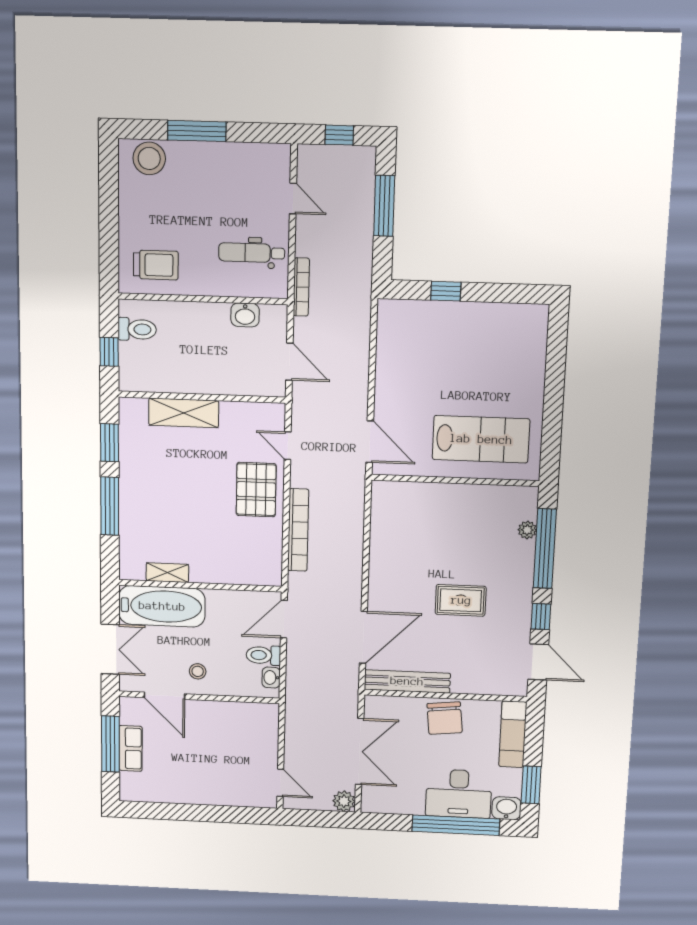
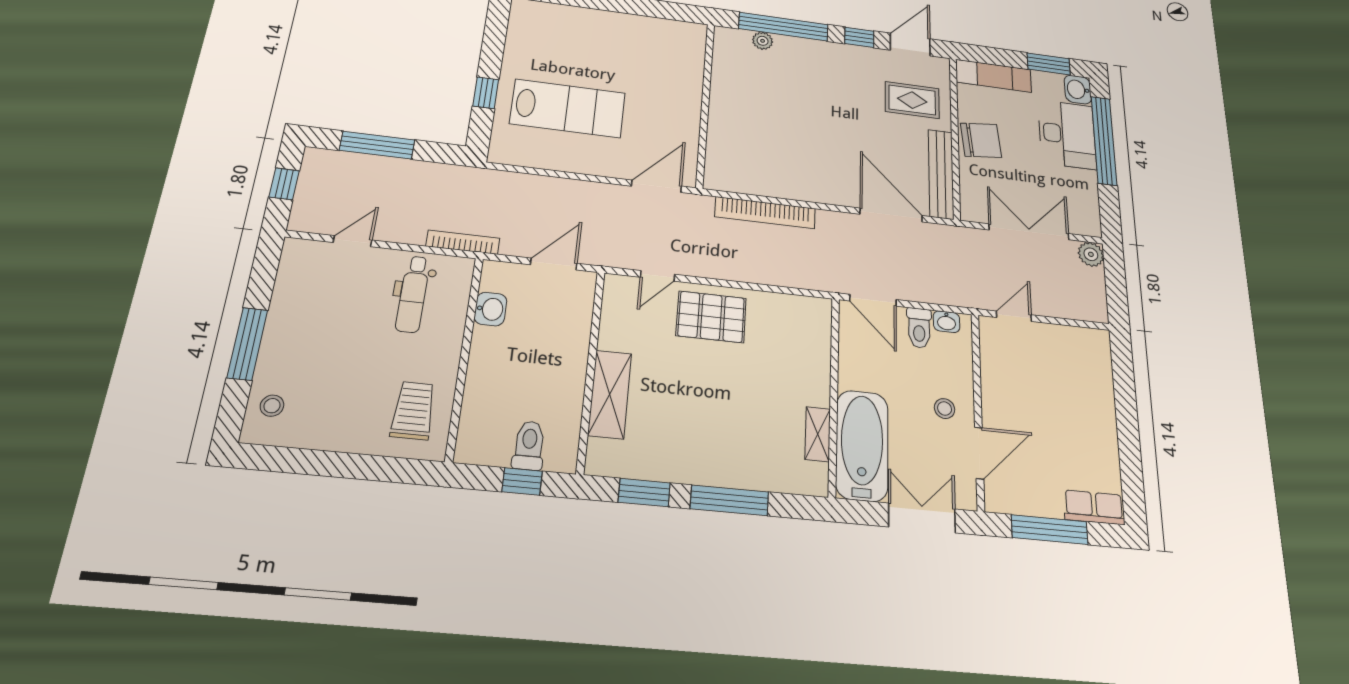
stool: (149, 158) -> (272, 406), width x0.53, depth x0.53
toilet: (137, 329) -> (529, 445), moved
lab bench: (481, 439) -> (568, 108), moved, turned 90
bookcase: (298, 530) -> (765, 213), moved, turned 180
rug: (461, 600) -> (912, 100), moved, turned 90
row of seats: (131, 748) -> (1094, 507), moved
door: (280, 783) -> (1014, 316), moved

